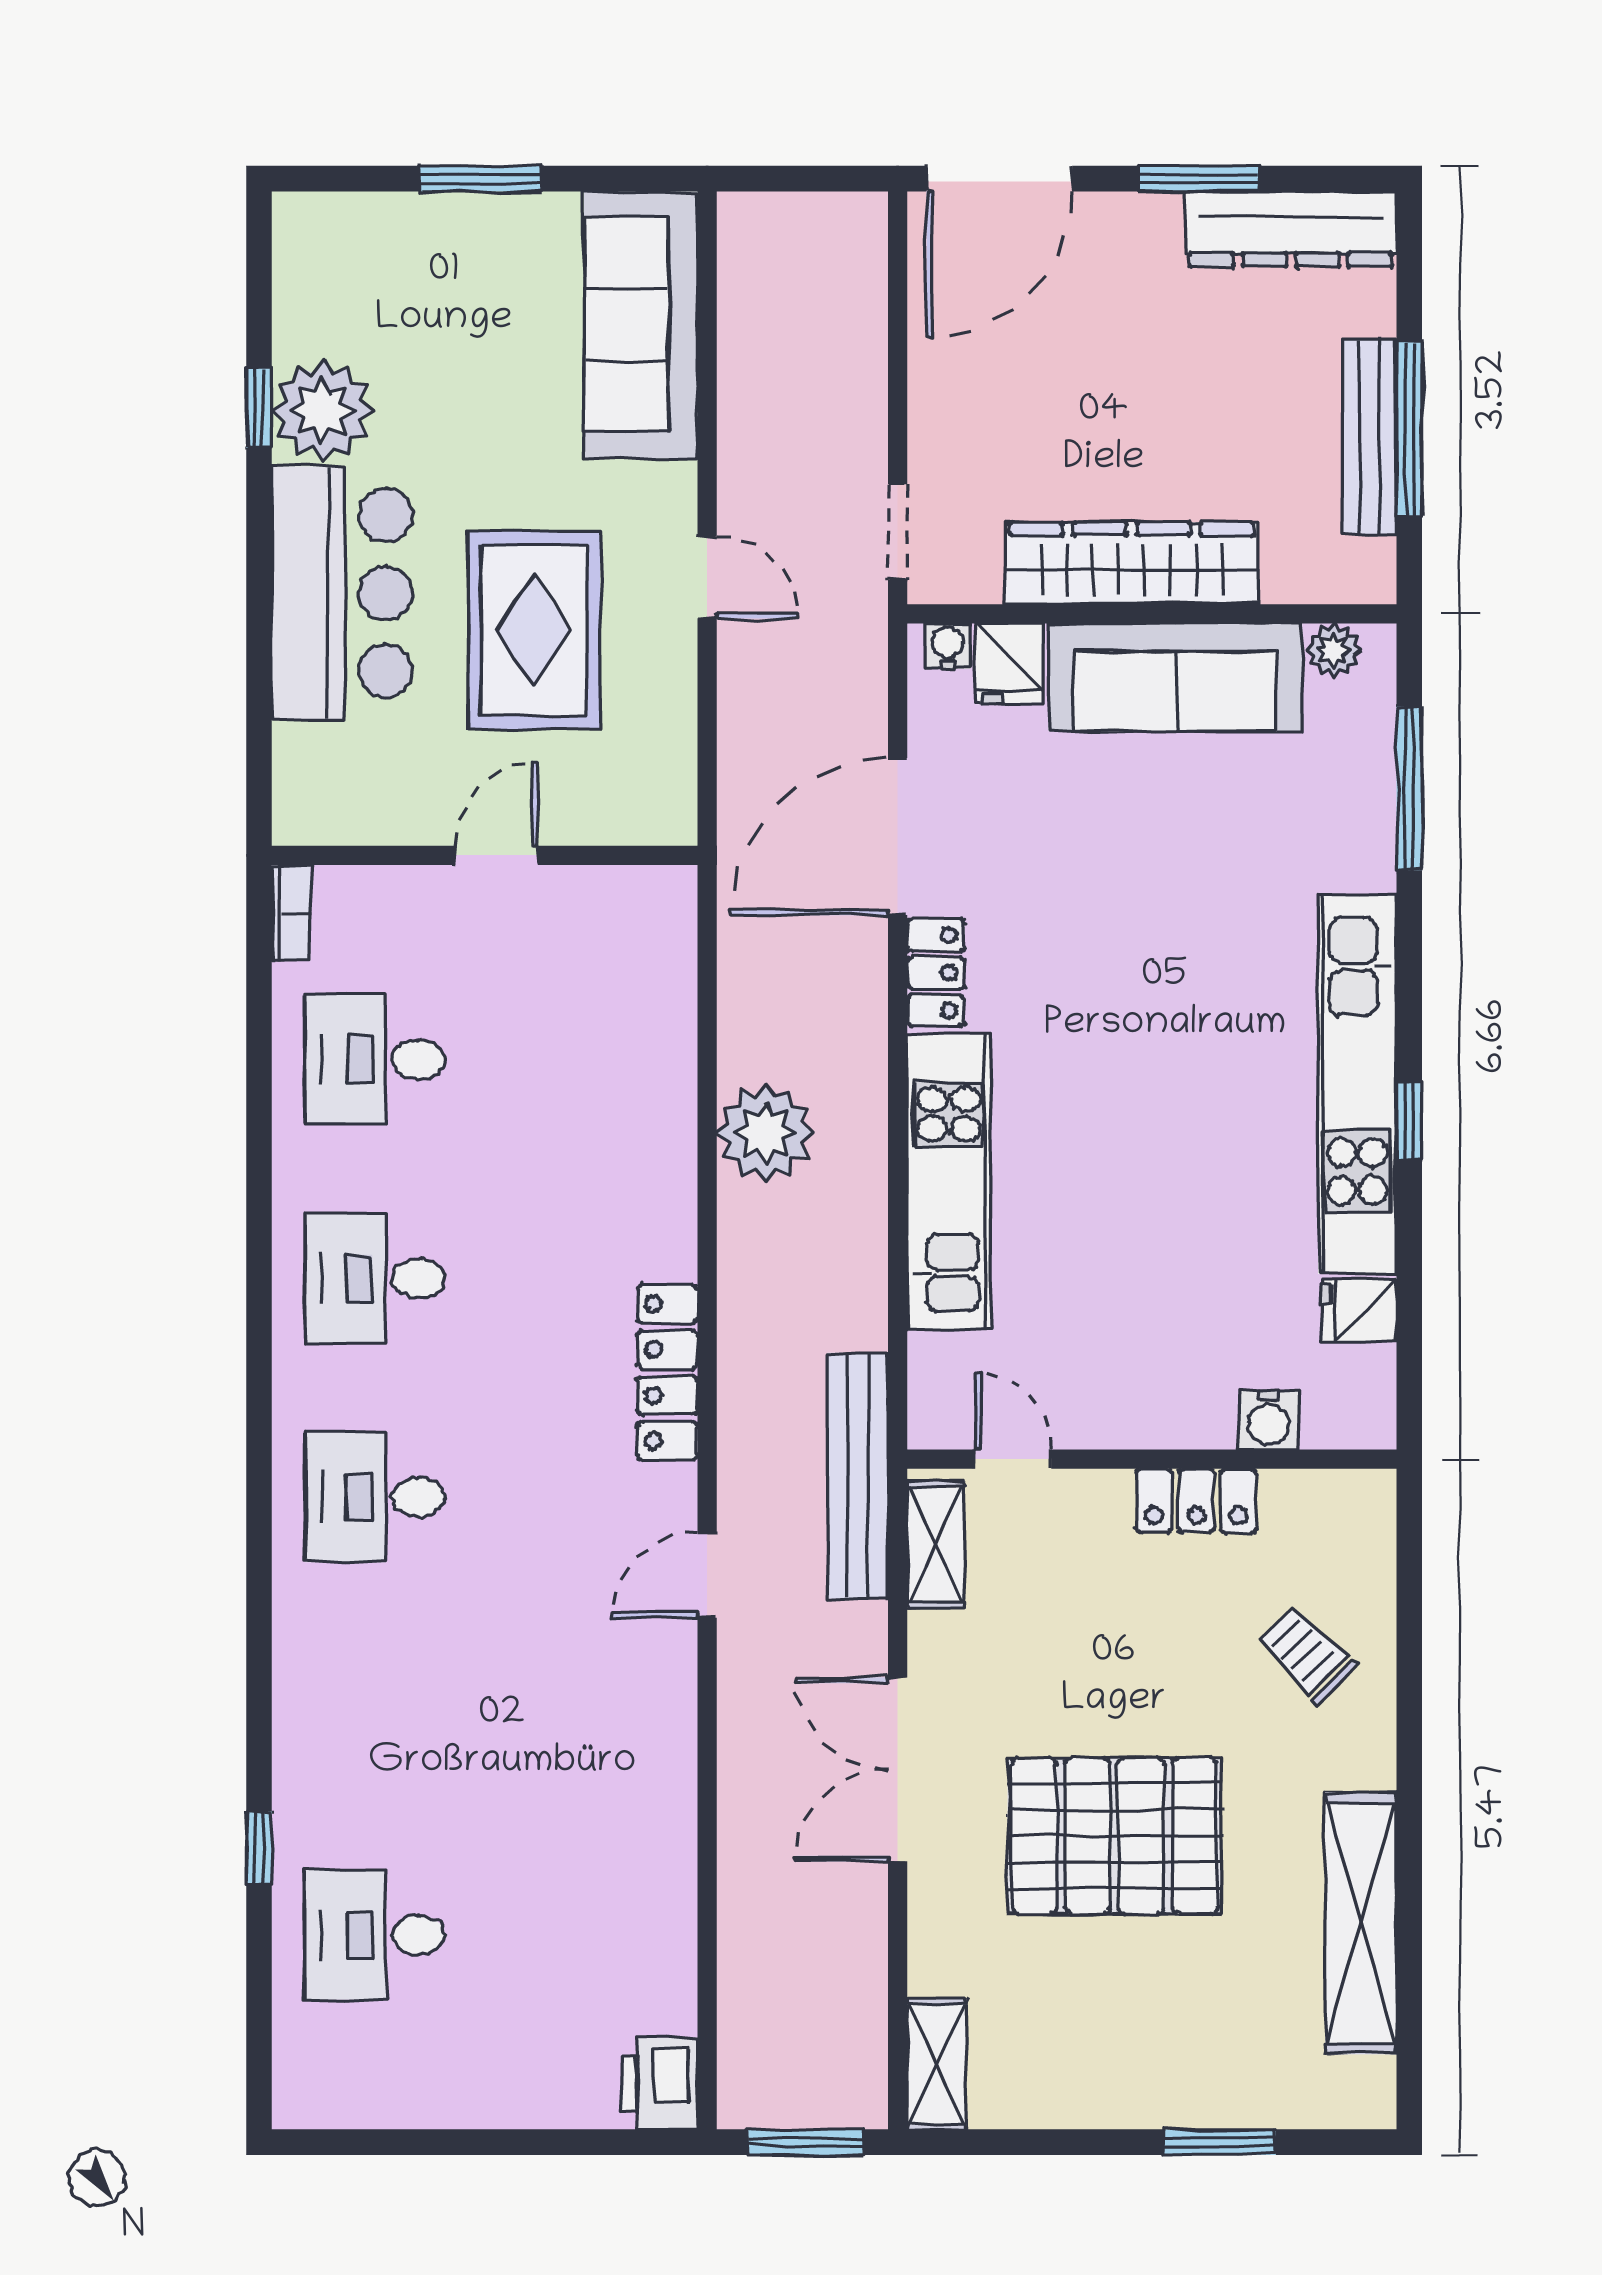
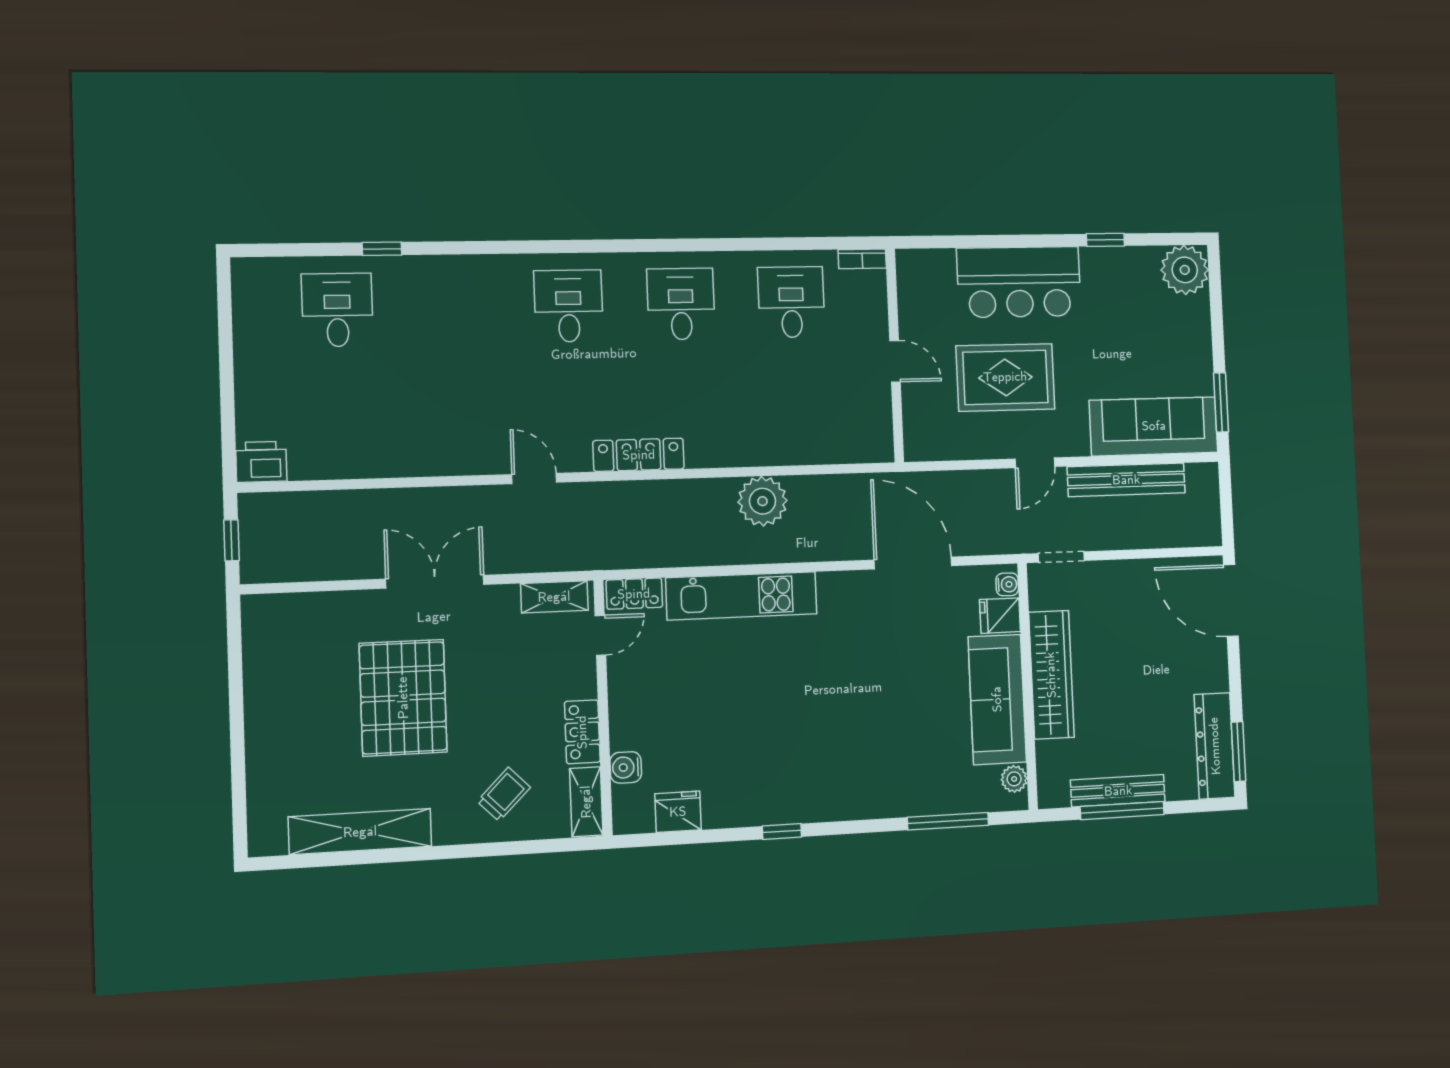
window: (481, 179) -> (1221, 402), moved
window: (1199, 179) -> (1238, 752), moved
plant: (323, 410) -> (1185, 270), moved
locker: (936, 973) -> (634, 594), moved
kitchen unit: (1357, 1084) -> (799, 804), removed
fridge: (1359, 1310) -> (678, 812), width x1.38
bench: (858, 1476) -> (1126, 480), moved
shelving: (937, 2064) -> (586, 802), moved, turned 90
window: (805, 2142) -> (231, 540), width x0.67
window: (1220, 2142) -> (238, 762), removed

